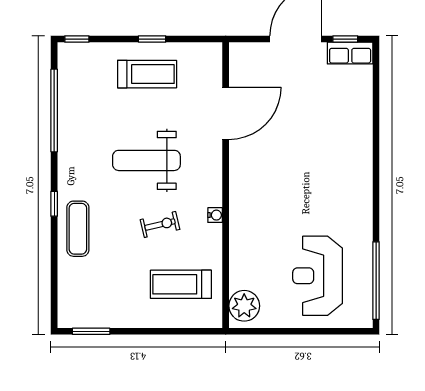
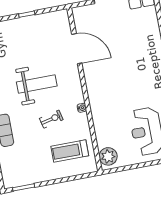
treadmill: (147, 74) -> (28, 35), removed
door: (226, 113) -> (77, 49), hinge flipped
weight bench: (146, 160) -> (37, 84), turned 180

